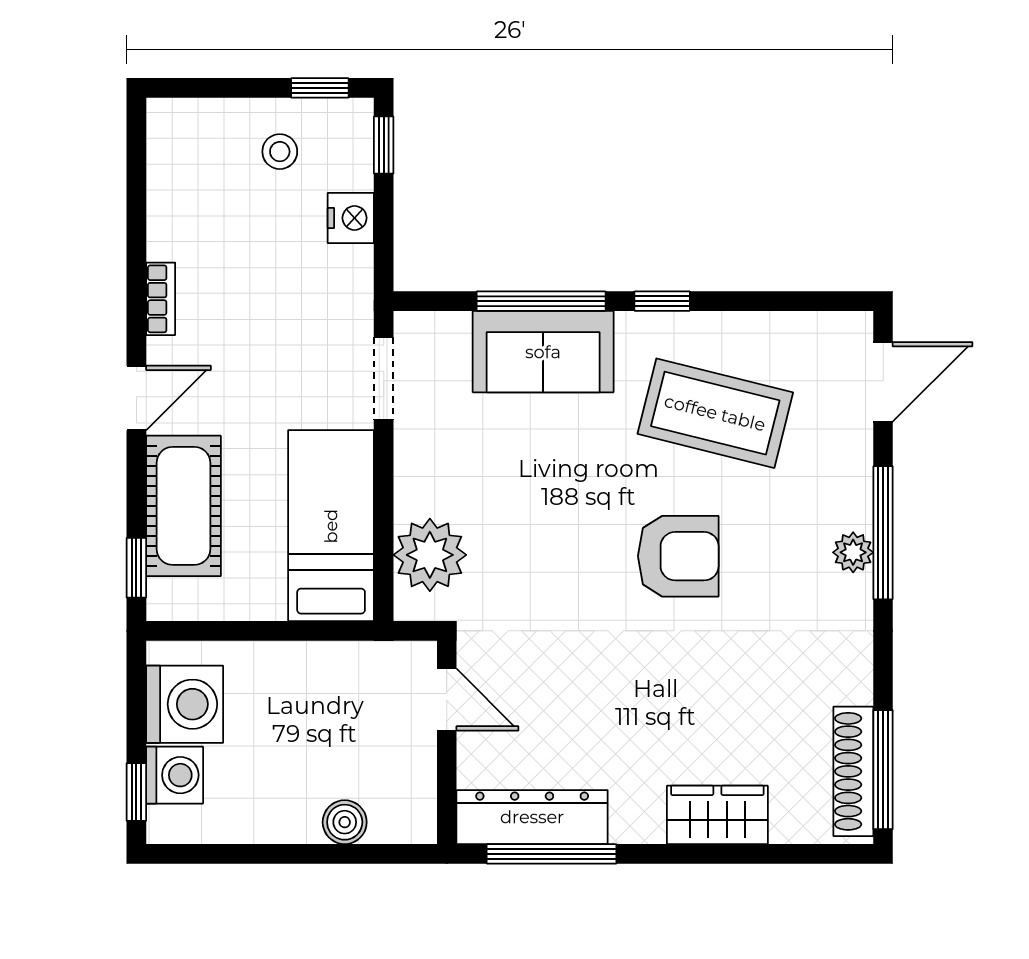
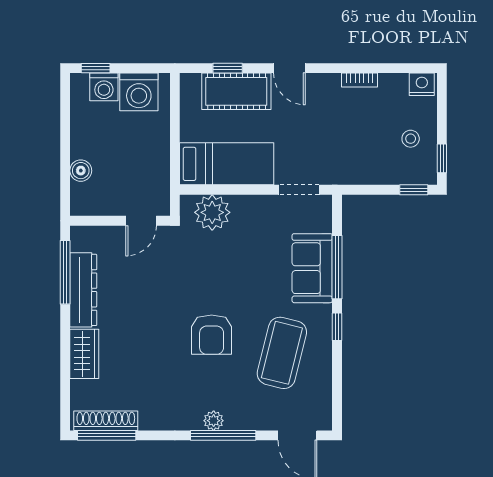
nightstand: (351, 218) -> (422, 84), moved, turned 180
bookcase: (161, 299) -> (360, 80), moved
window: (136, 568) -> (228, 68), moved
dresser: (532, 817) -> (83, 290), moved

